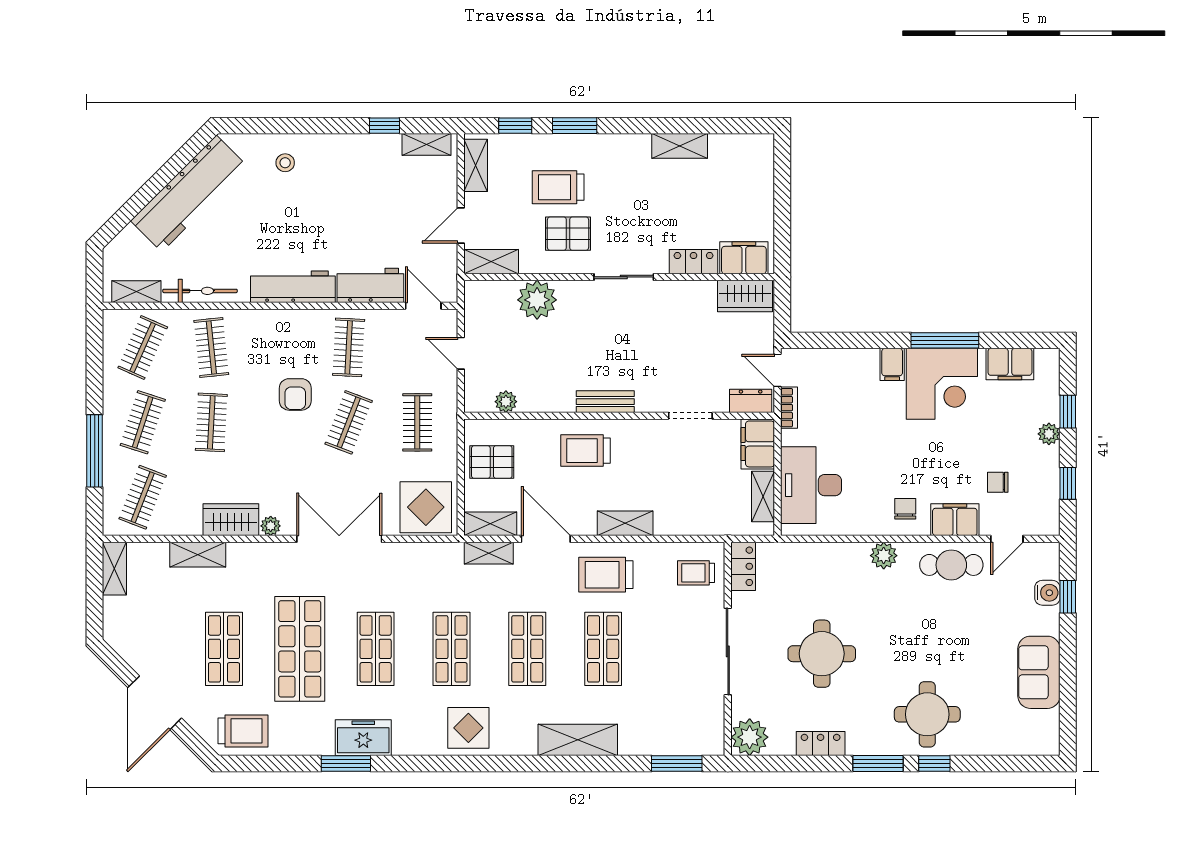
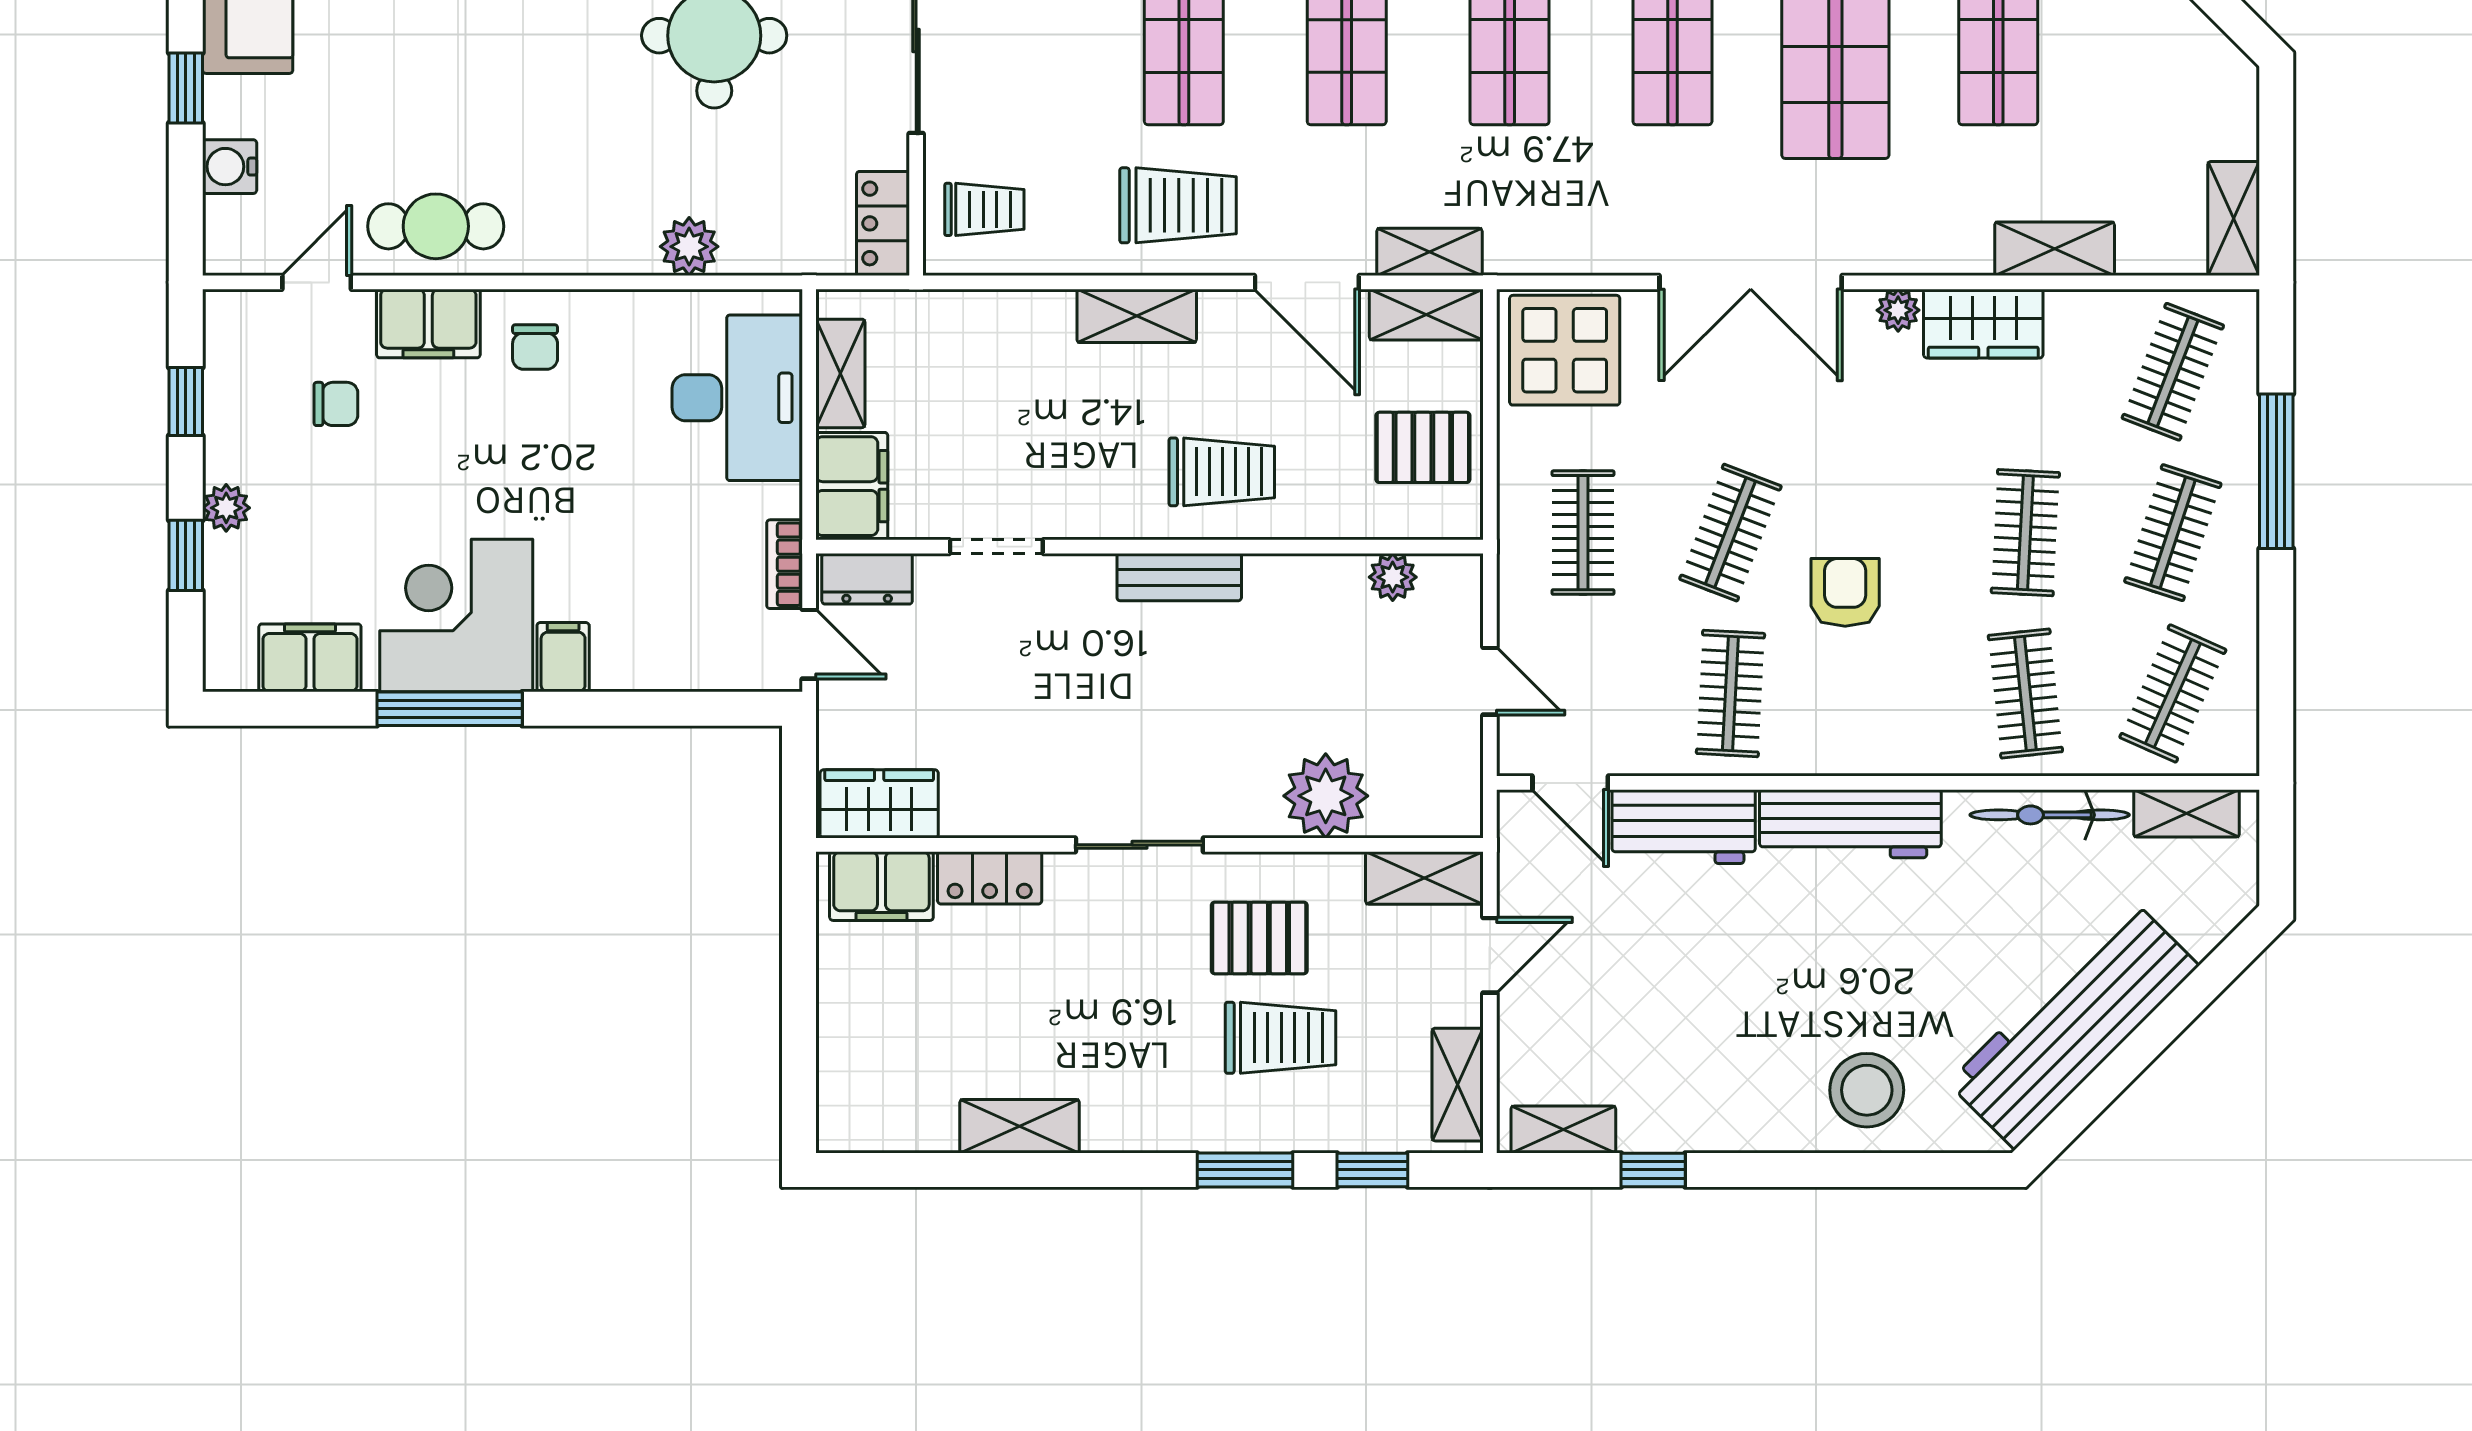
stool: (285, 163) -> (1867, 1090), width x1.89, depth x1.89
plant: (884, 556) -> (689, 247), moved
window: (1068, 597) -> (186, 88), moved

